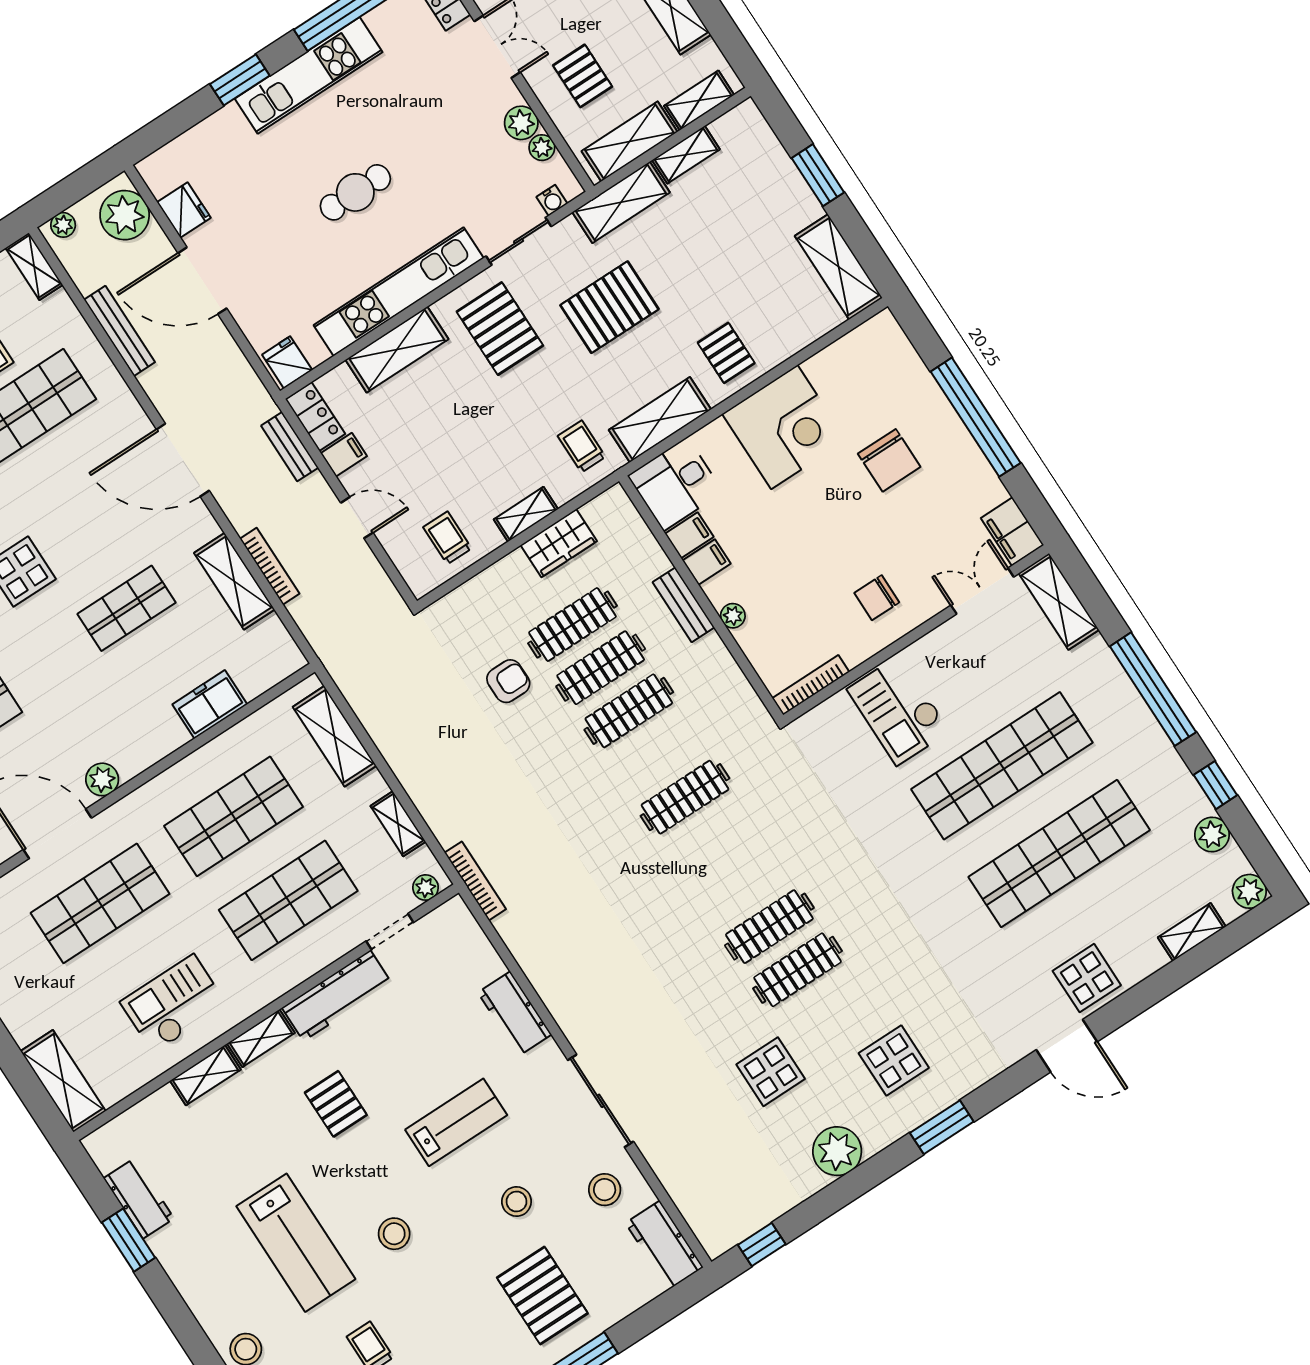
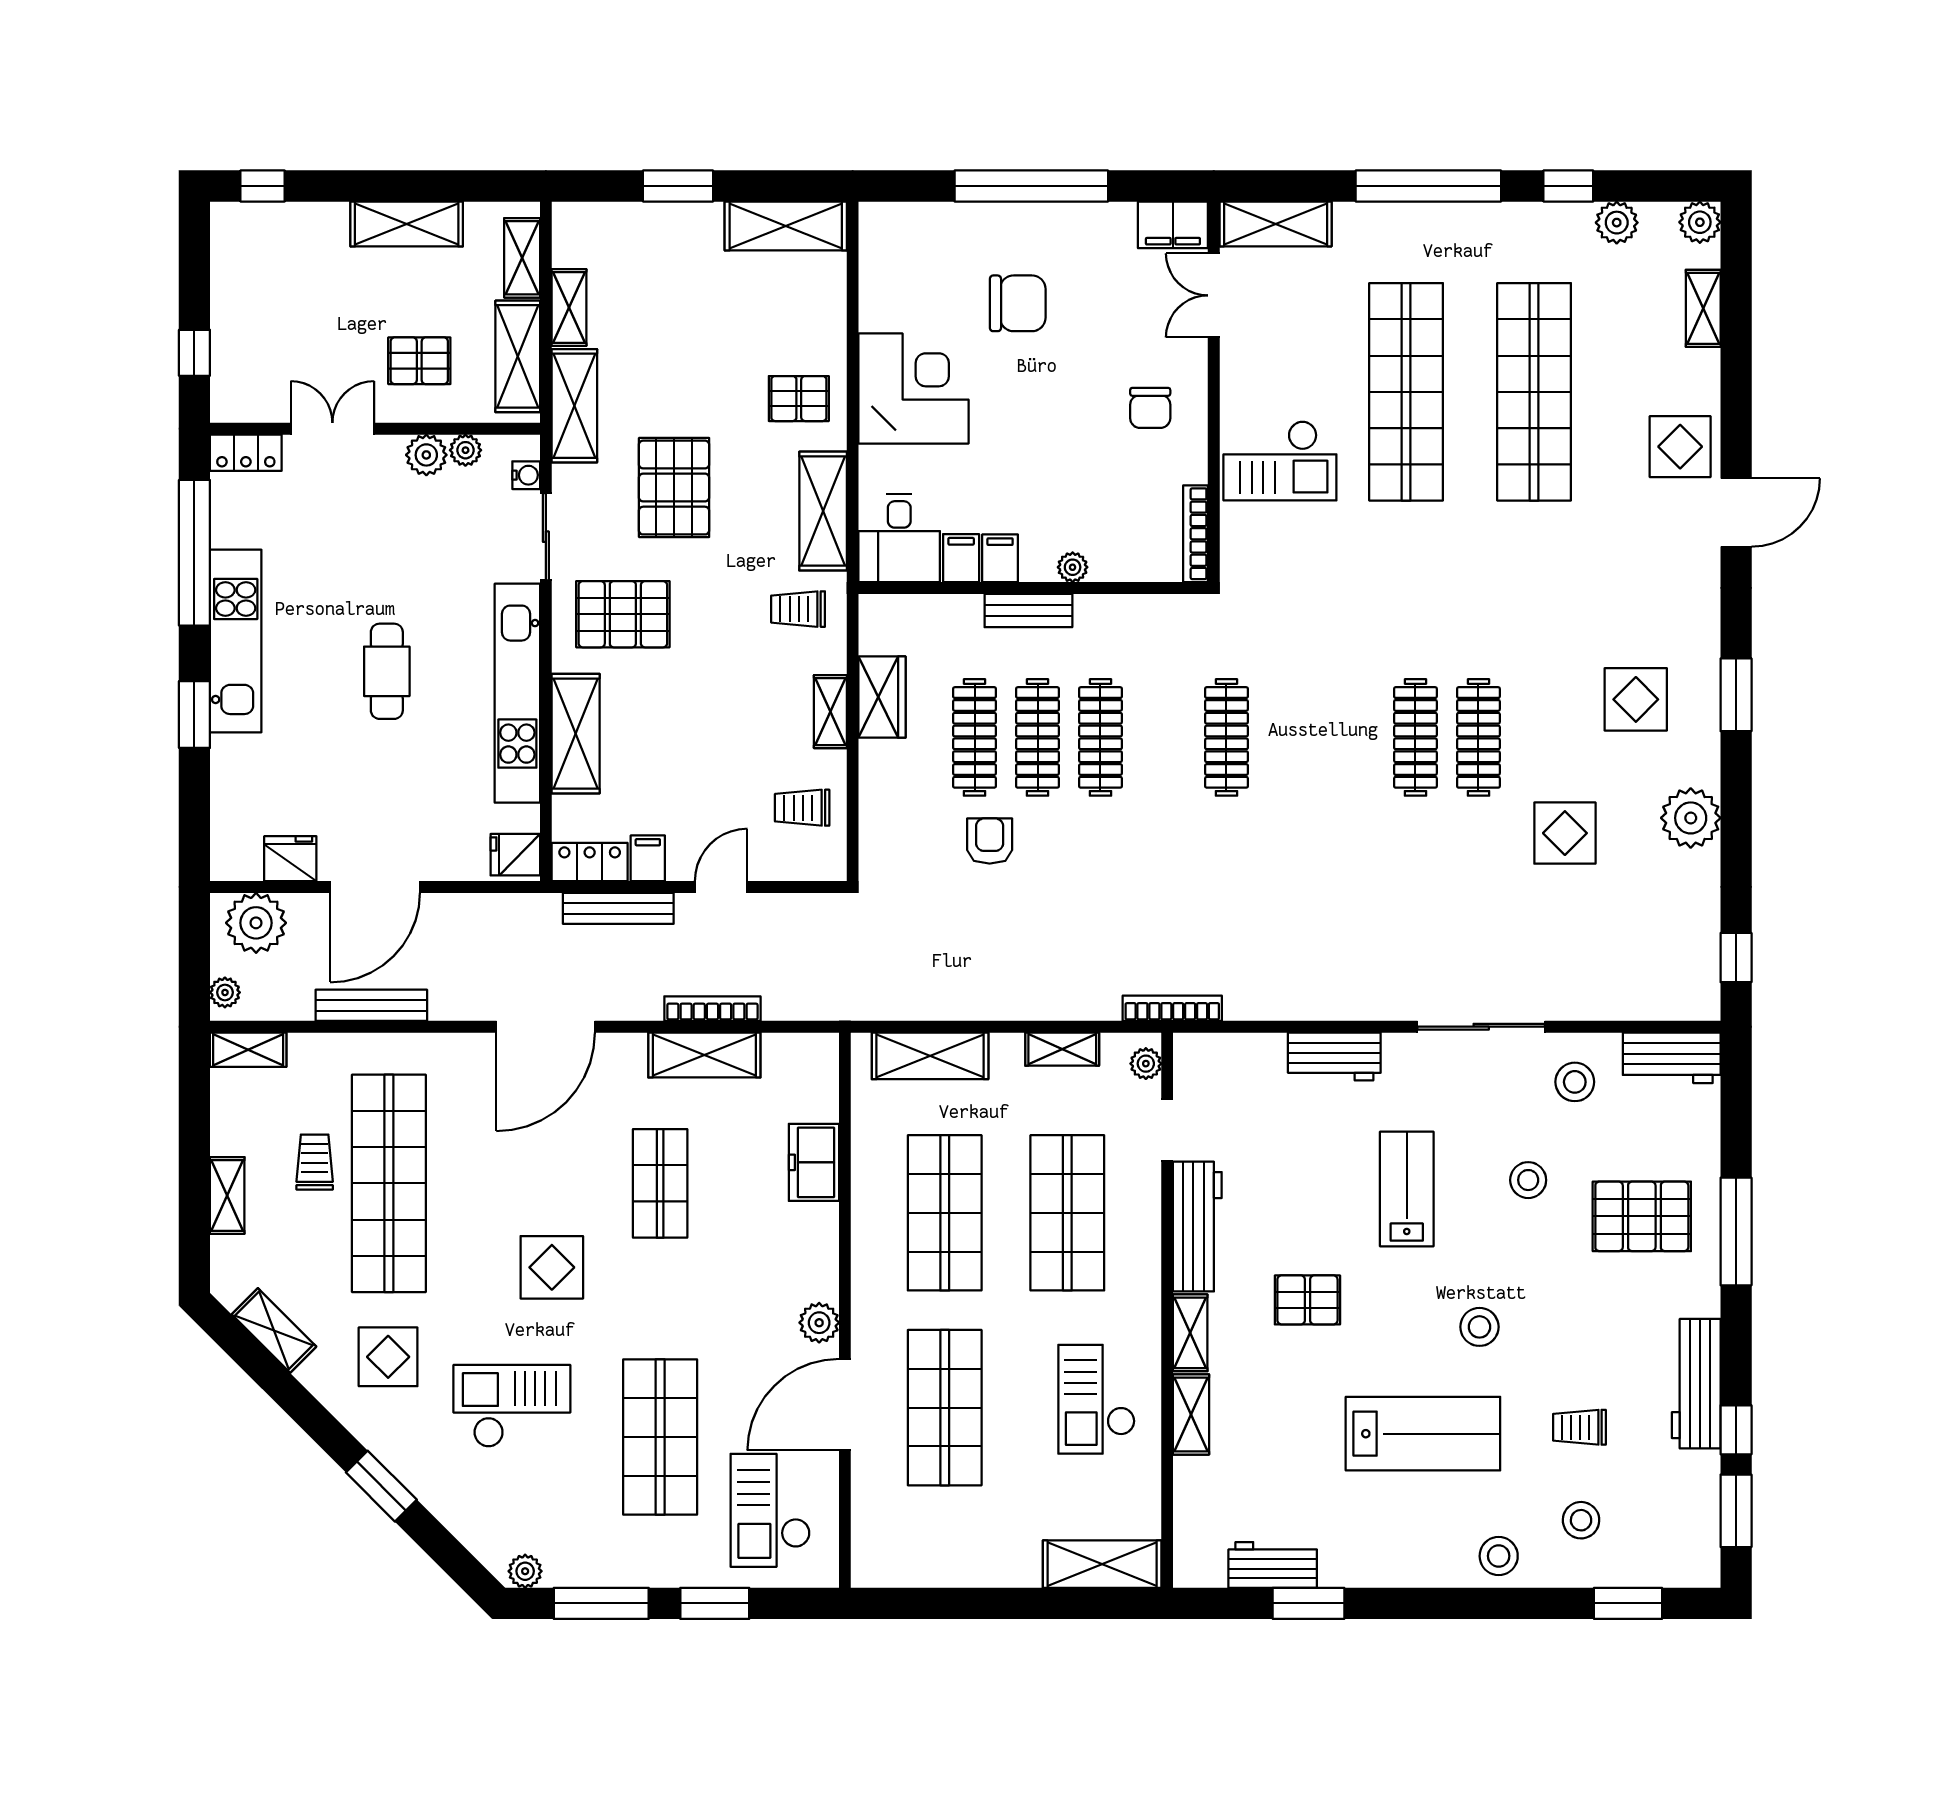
bench: (290, 447) -> (618, 908), width x1.36

